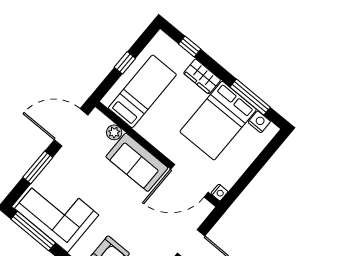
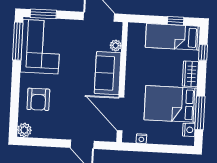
window: (125, 63) -> (176, 21), moved
bed: (142, 91) -> (173, 37), moved, turned 180
window: (38, 167) -> (43, 14), moved
nightstand: (219, 193) -> (141, 139), moved

